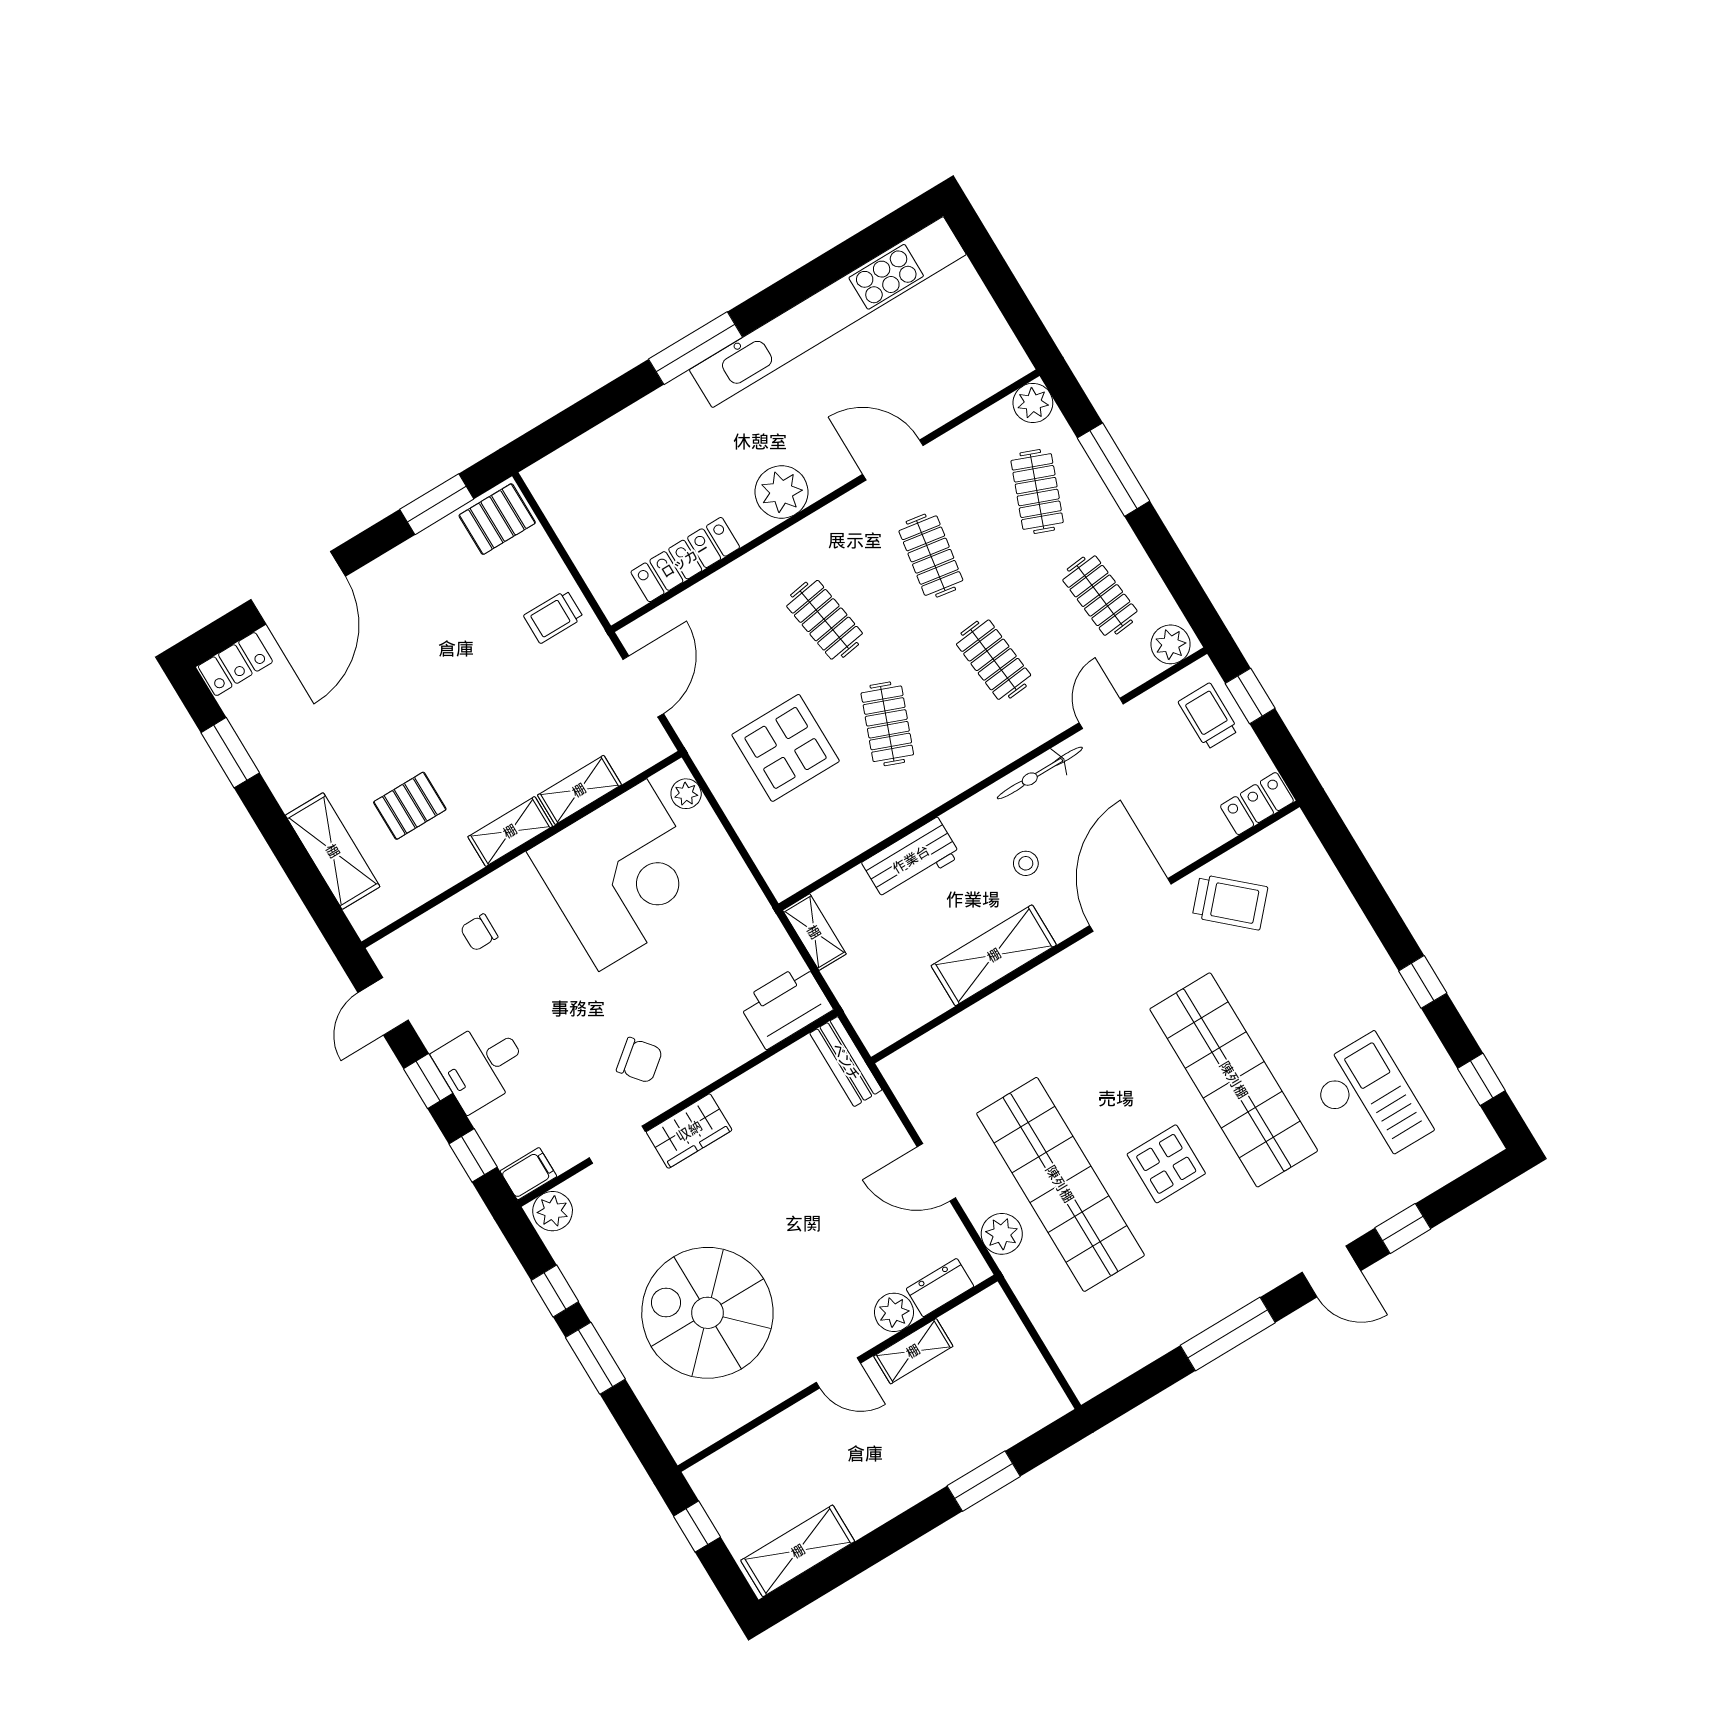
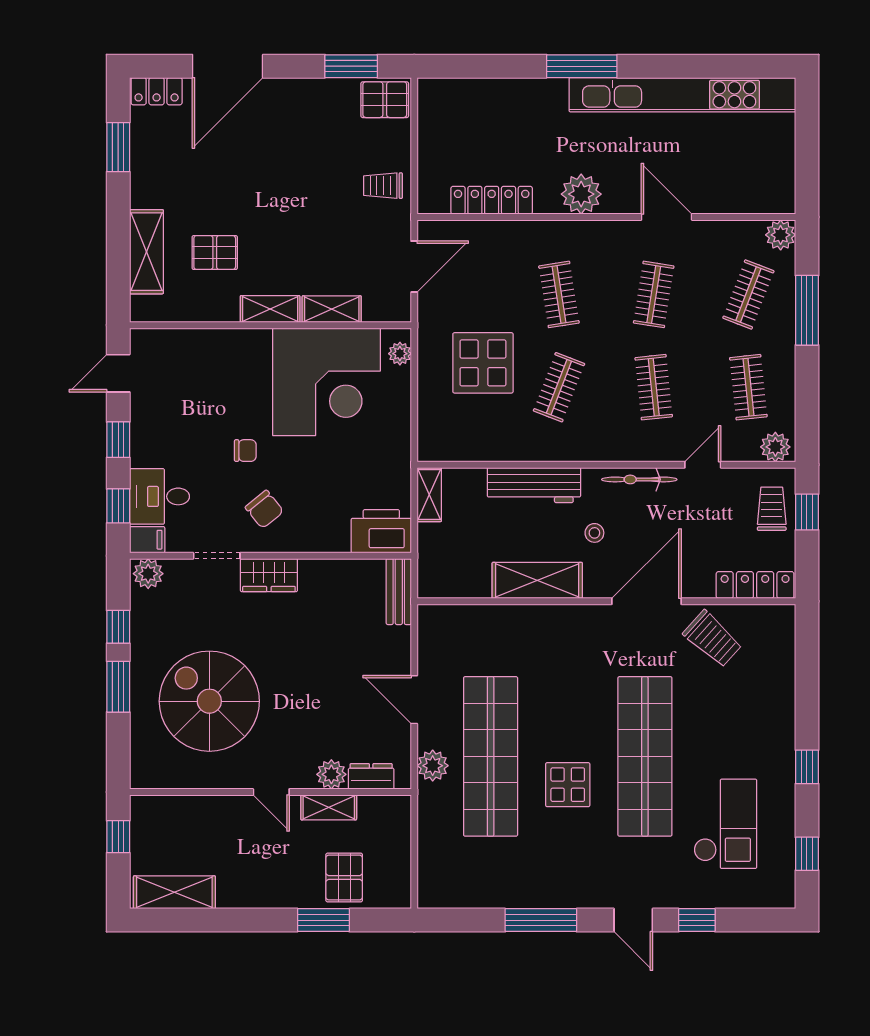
locker: (1257, 804) -> (755, 585), width x1.53
workbench: (911, 859) -> (534, 485), width x1.38
chair: (479, 932) -> (245, 451), moved, turned 180
desk: (482, 1065) -> (160, 496), moved
pallet: (978, 1419) -> (344, 878), added

